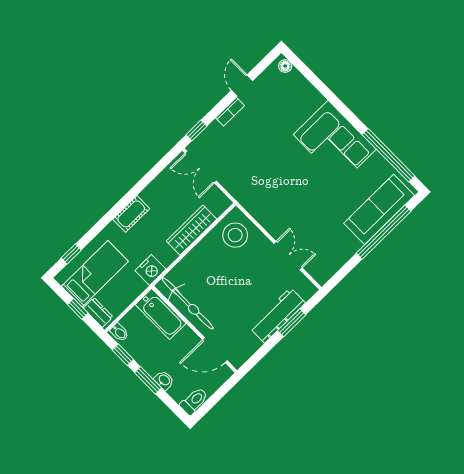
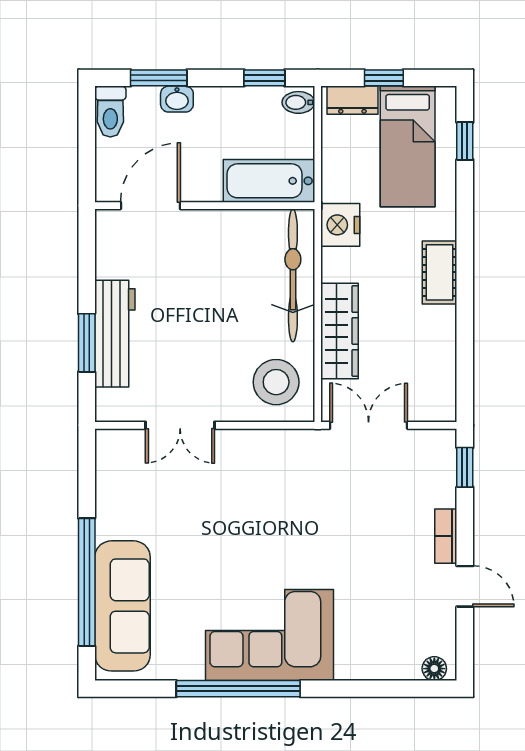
window: (388, 155) -> (238, 689), moved
double door: (201, 167) -> (369, 425), moved
bicycle: (188, 303) -> (293, 275), moved, turned 90
window: (148, 380) -> (159, 78), moved

